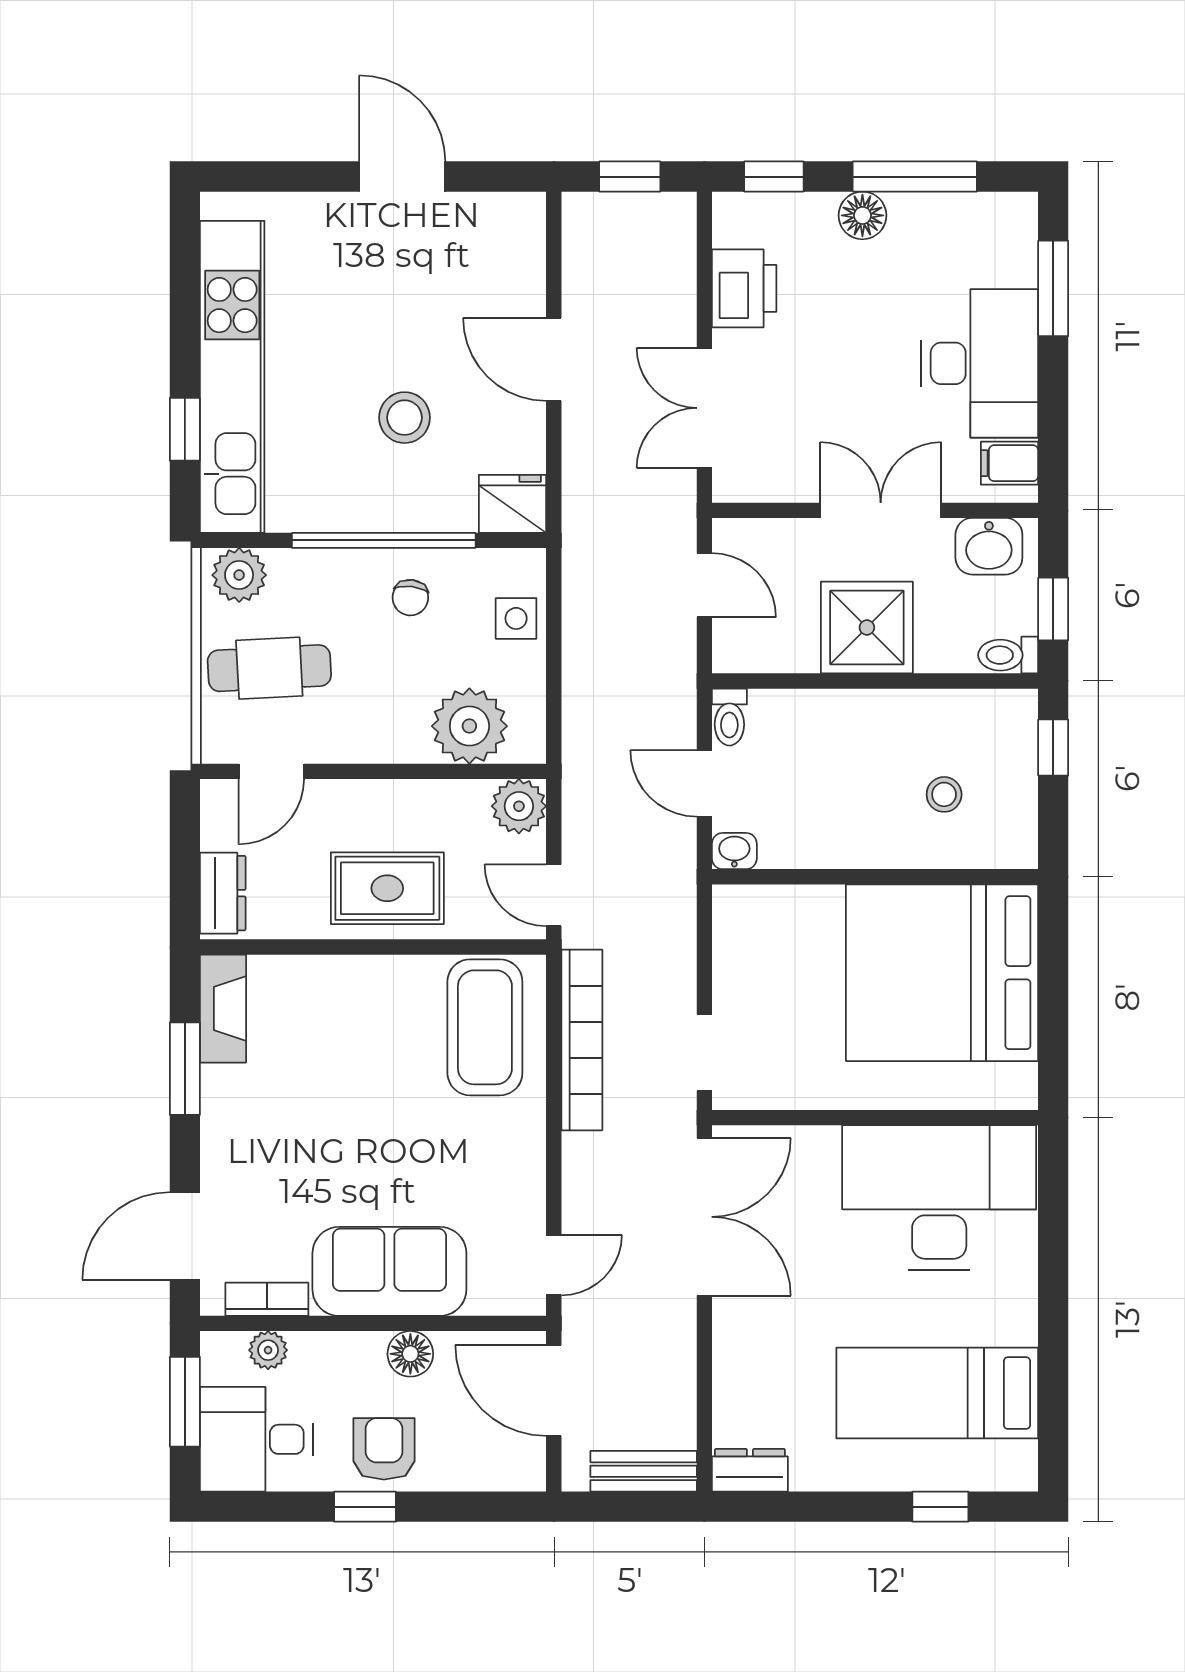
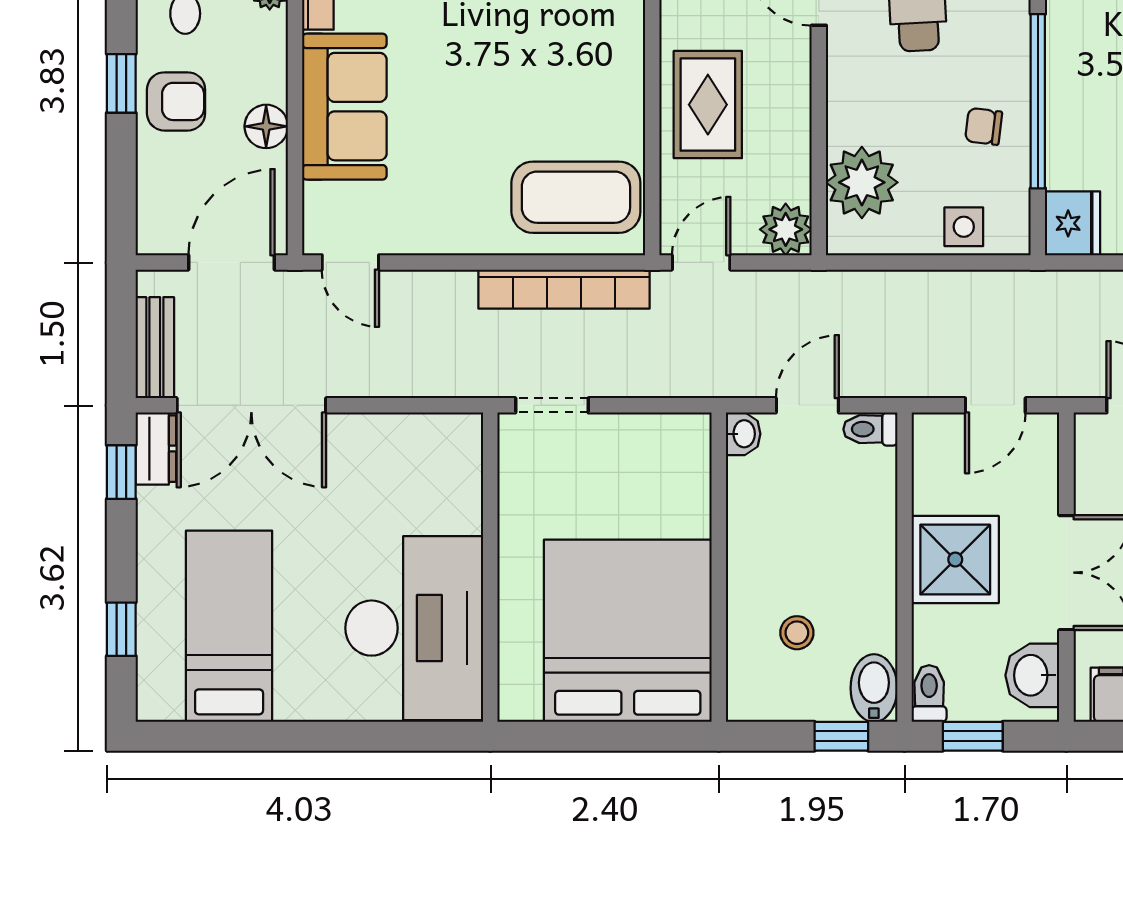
bidet: (1002, 713) -> (874, 688), added
double door: (704, 1217) -> (251, 405), moved
window: (775, 1507) -> (121, 472), added

